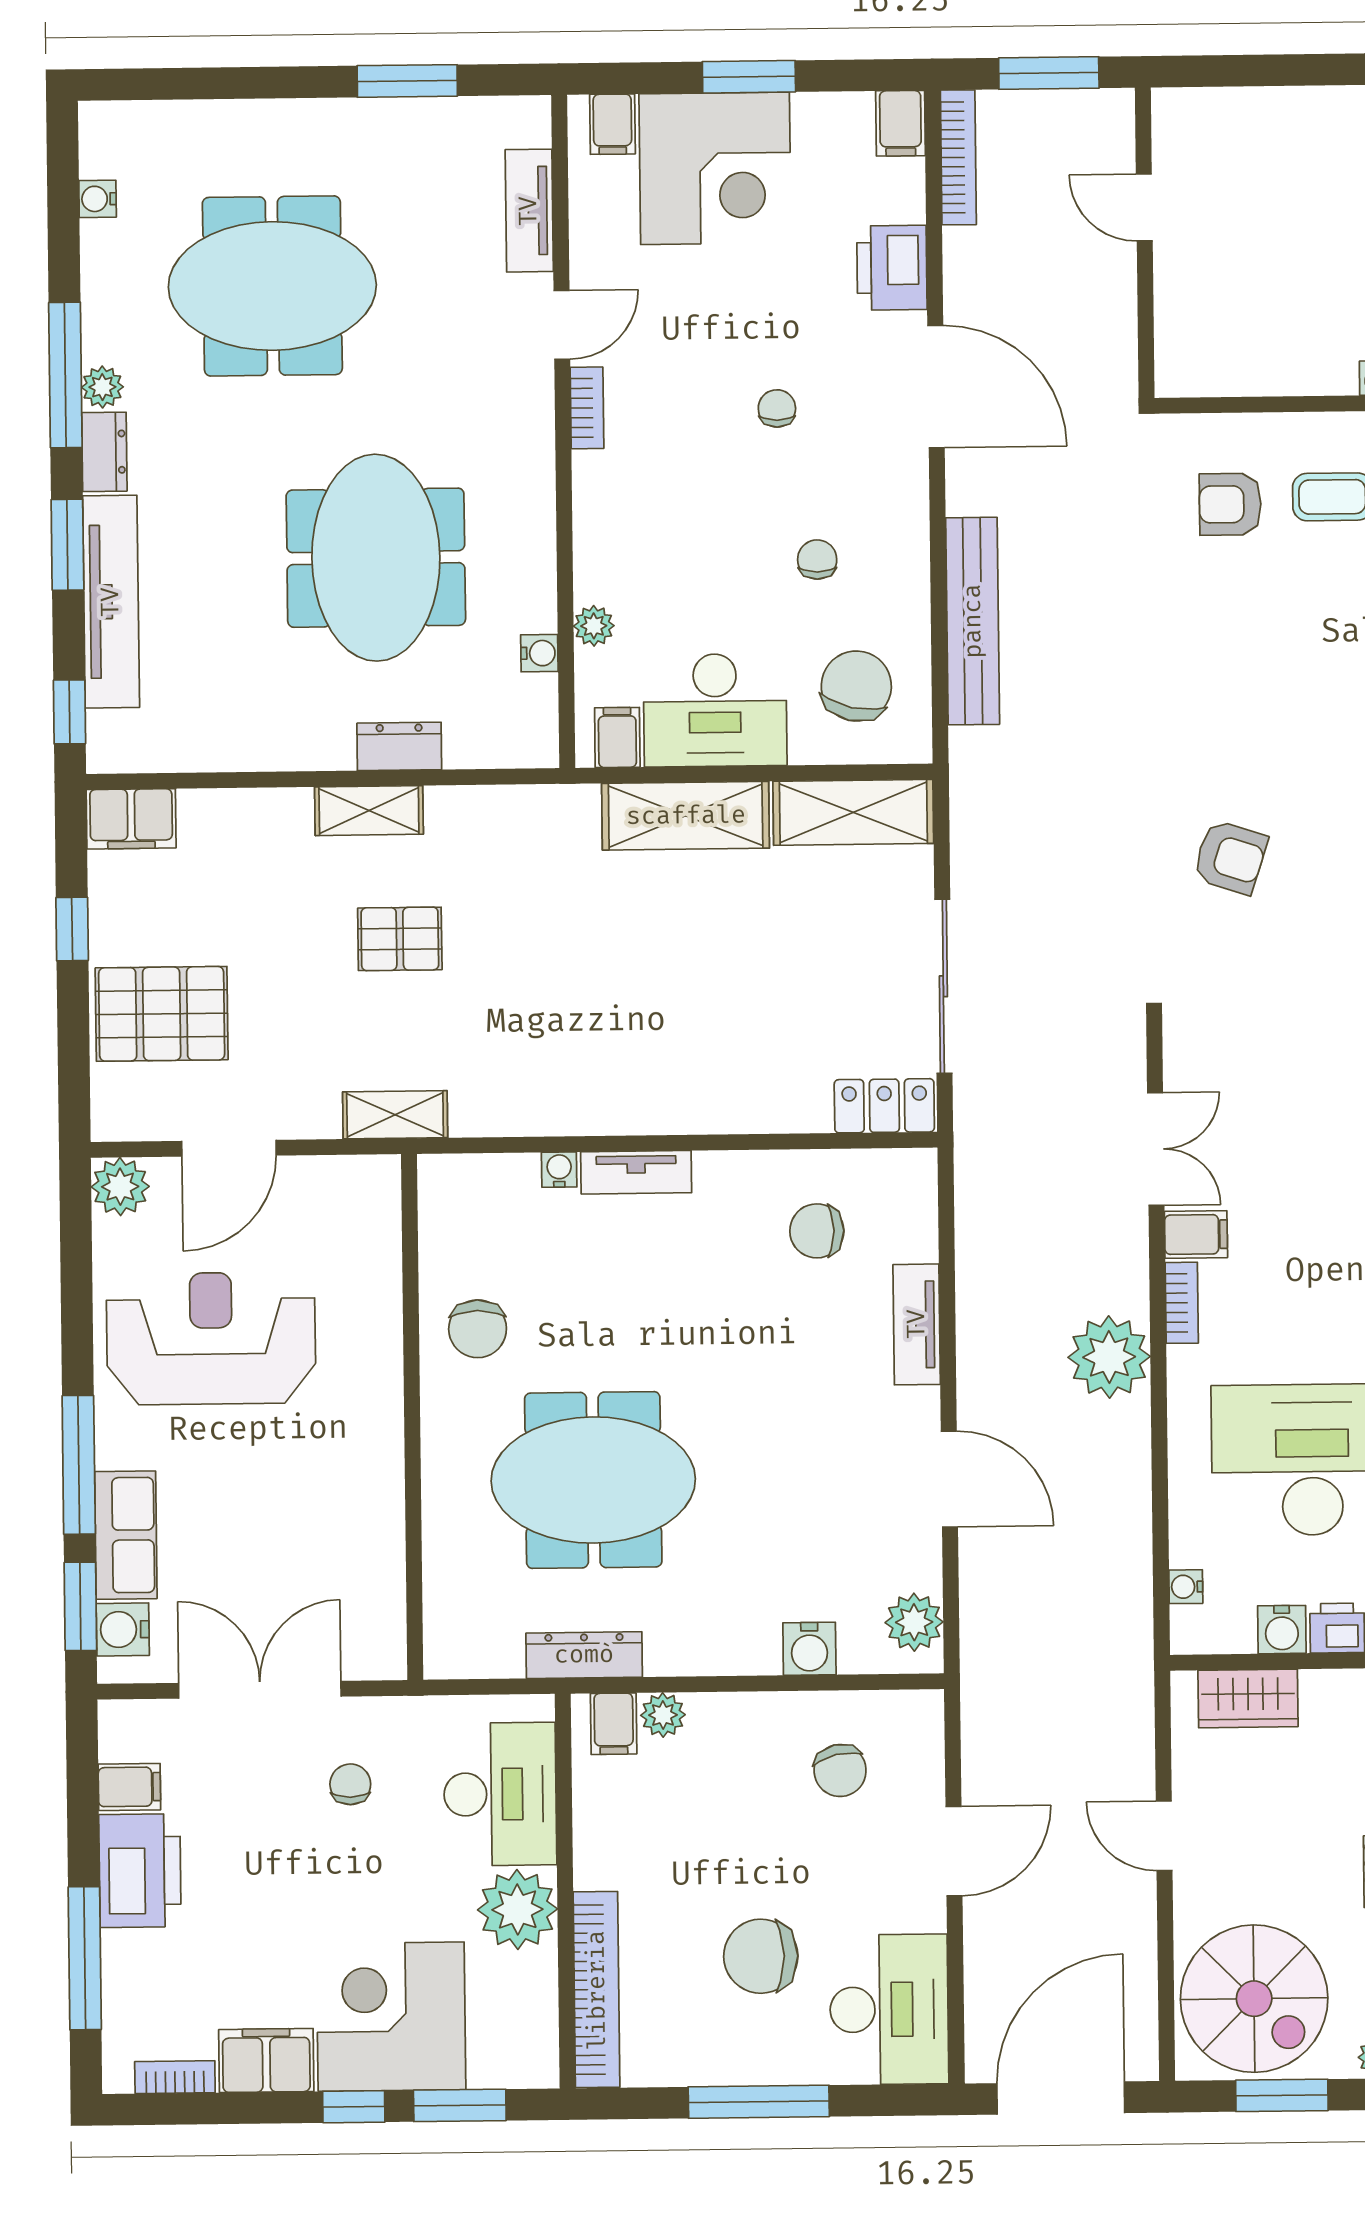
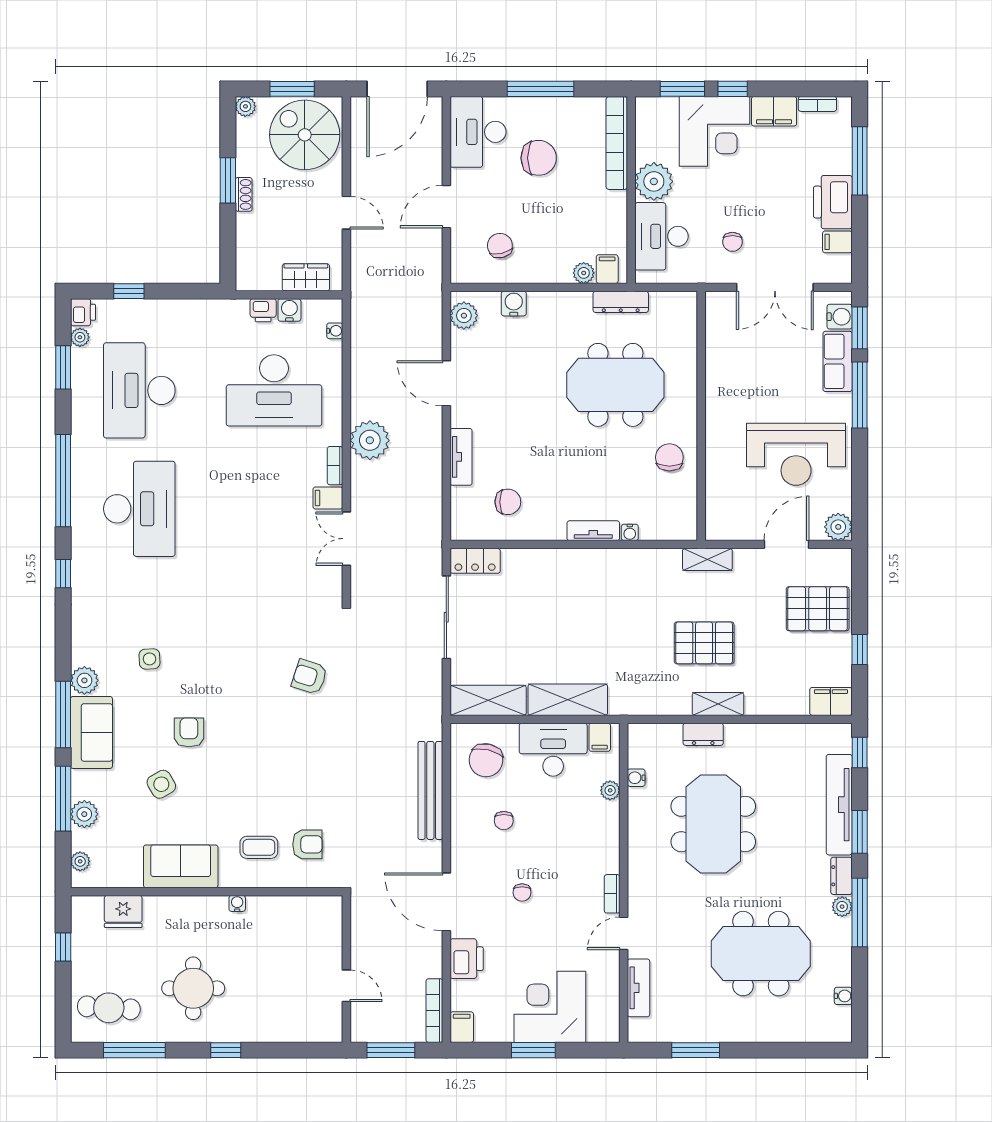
filing cabinet: (612, 124) -> (598, 1028), removed
pallet: (400, 939) -> (704, 643), width x1.50, depth x1.42

